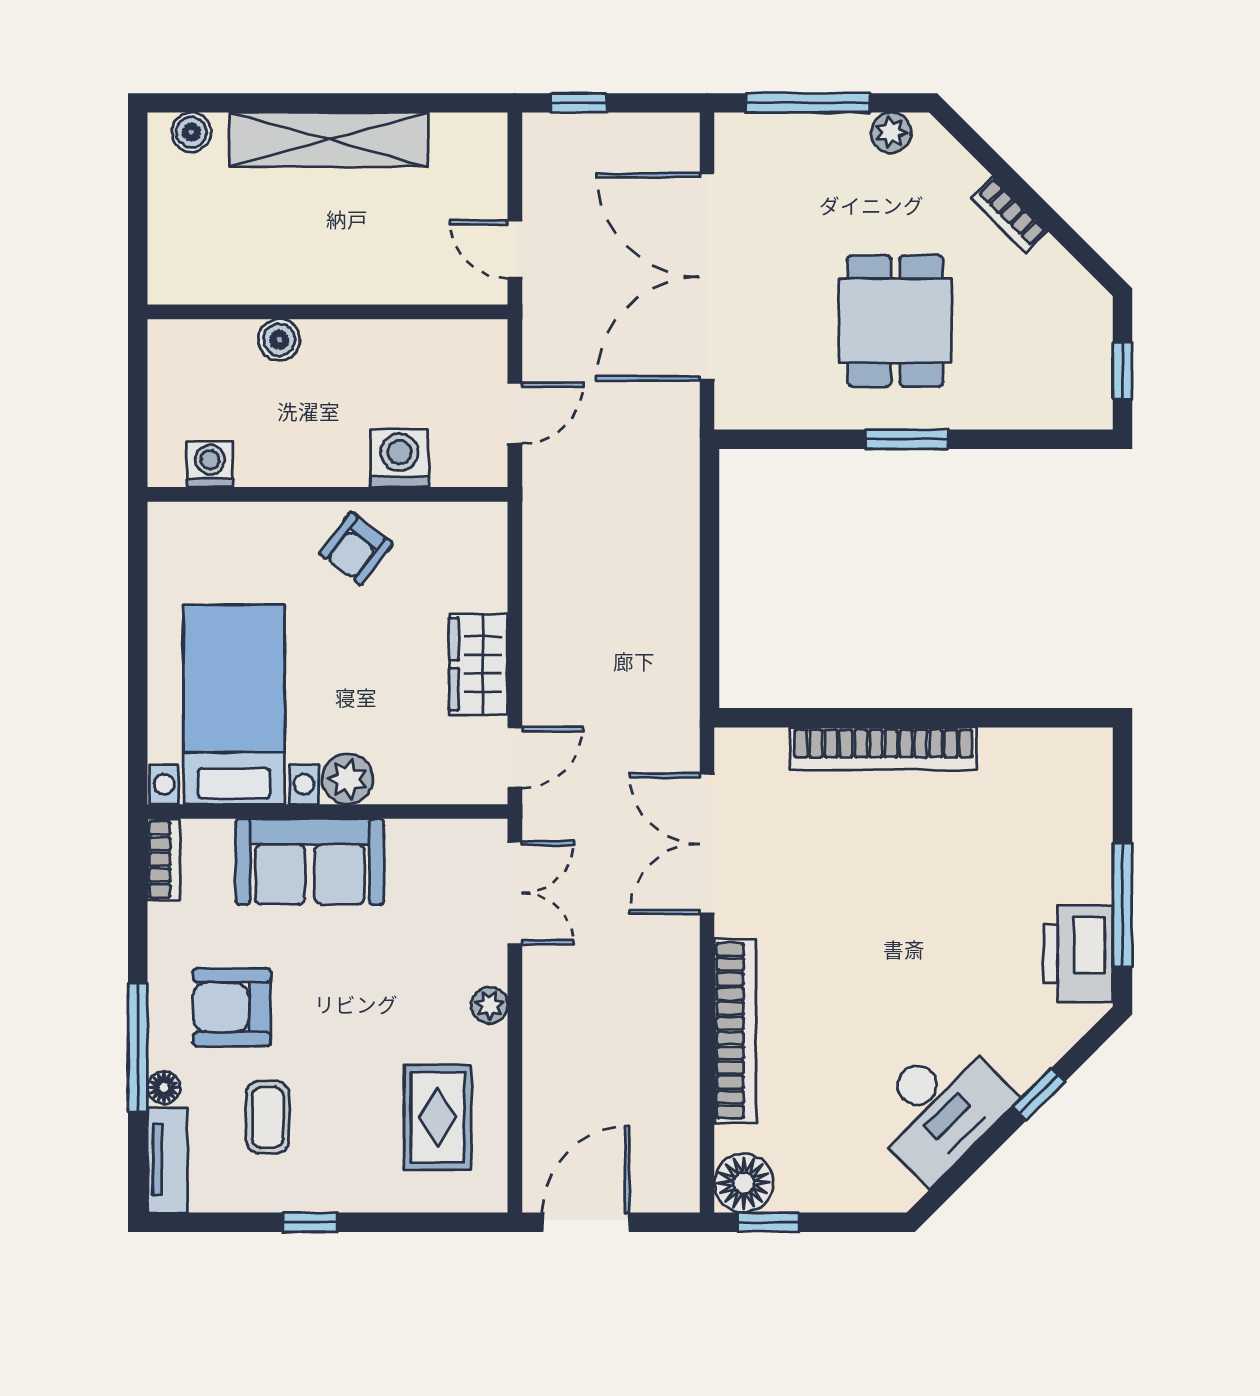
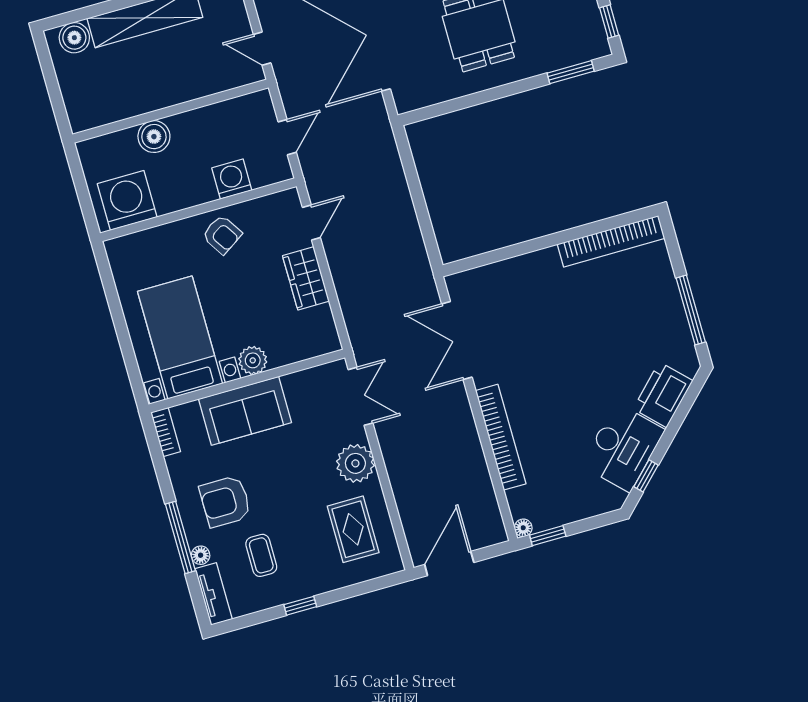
boiler: (191, 132) -> (74, 38), width x1.36, depth x1.36
boiler: (279, 340) -> (154, 137), width x1.36, depth x1.36
window: (907, 439) -> (571, 72), moved
washing machine: (210, 464) -> (127, 200), width x1.89, depth x1.89
armchair: (356, 548) -> (222, 235), turned -70
bookcase: (883, 749) -> (611, 241), moved
door: (515, 758) -> (311, 223), moved
printer: (1078, 954) -> (663, 395), moved, turned 45
plant: (489, 1005) -> (355, 463), width x1.88, depth x1.88
window: (1039, 1094) -> (646, 476), moved
floor lamp: (744, 1183) -> (523, 528), width x0.53, depth x0.53

